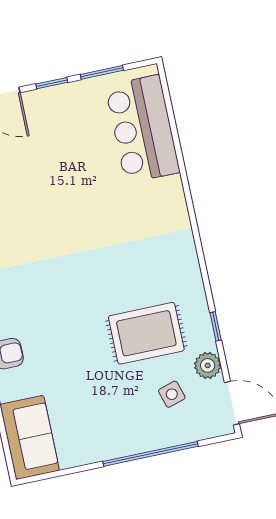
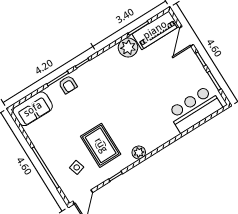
plant: (208, 365) -> (139, 152), moved

